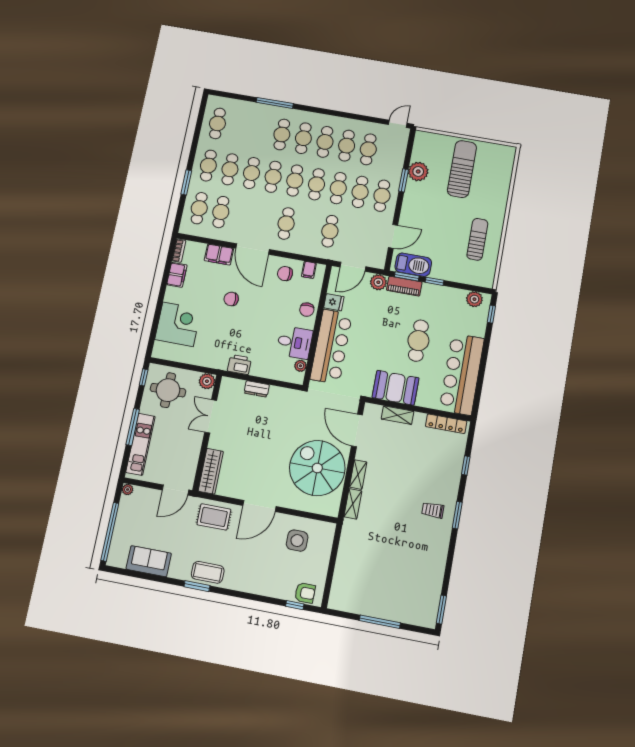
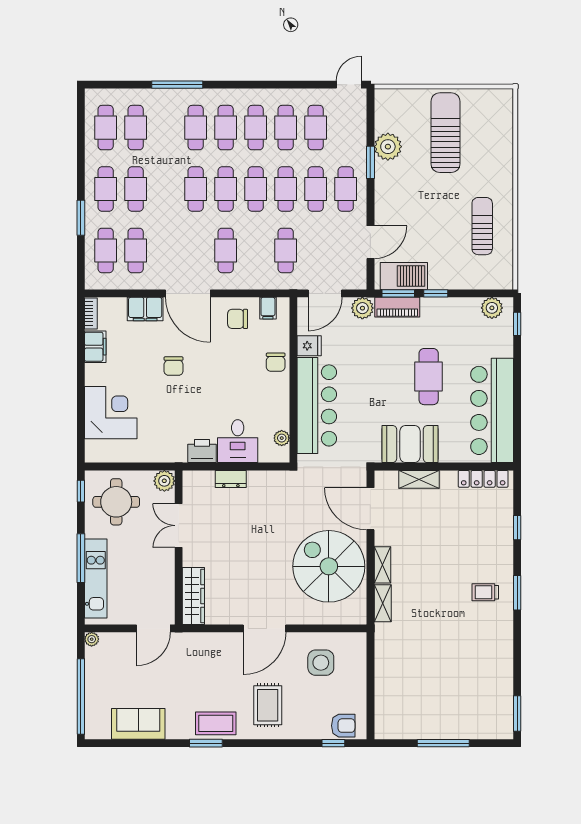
cafe table: (251, 173) -> (136, 128), moved
chair: (231, 299) -> (174, 366), turned -90
desk: (295, 342) -> (238, 441), moved, turned 90
rug: (214, 517) -> (268, 705), moved, turned 90

